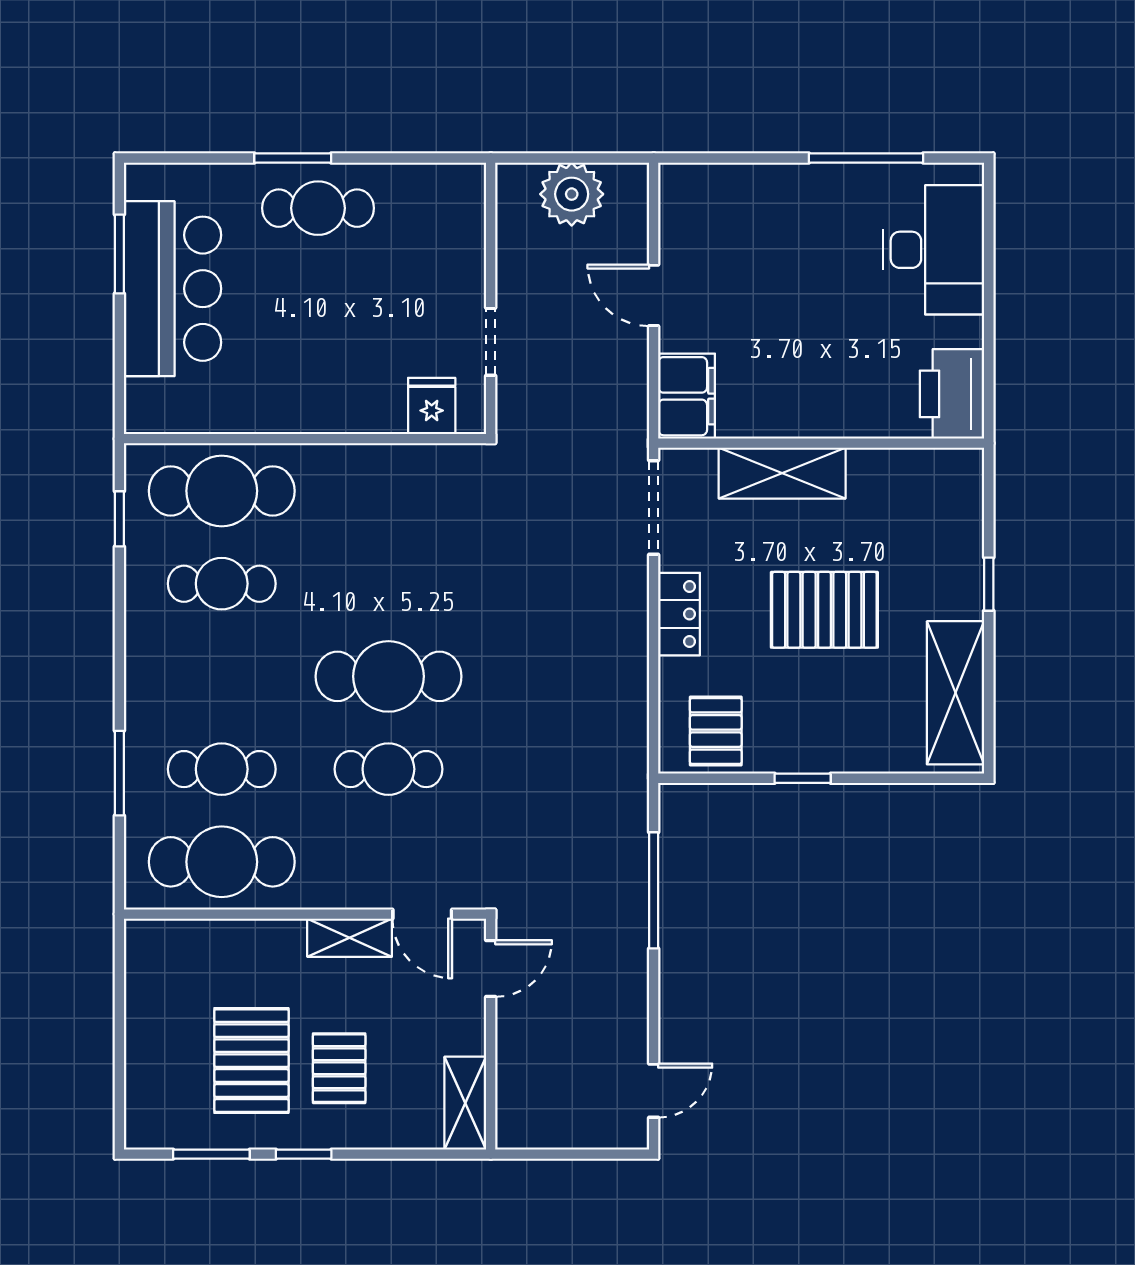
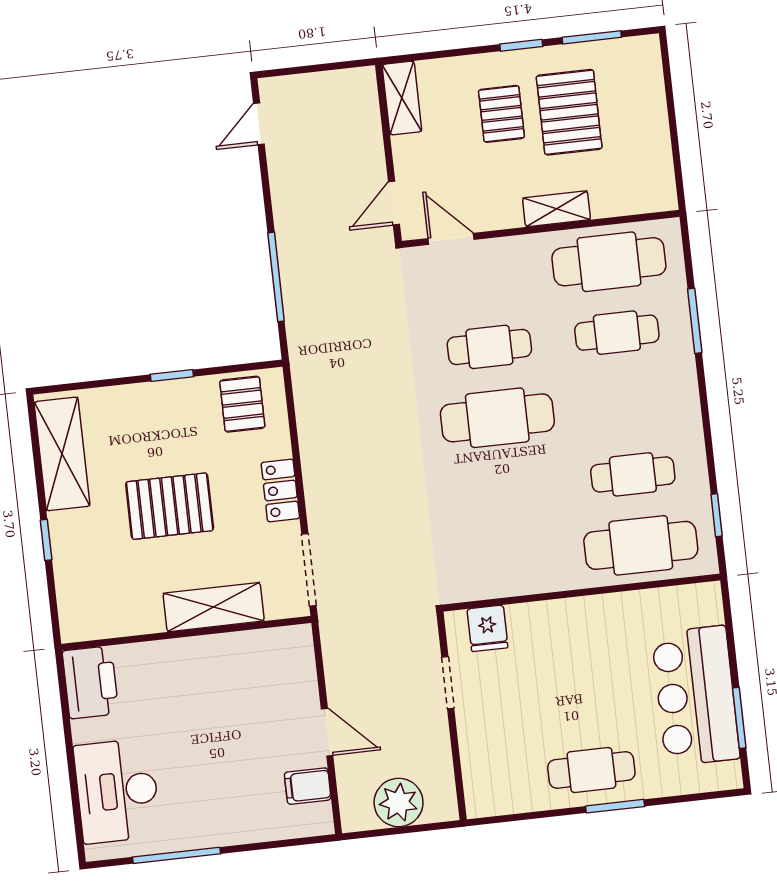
filing cabinet: (687, 396) -> (308, 786), moved, width x0.50
shelving: (350, 938) -> (556, 209), moved

